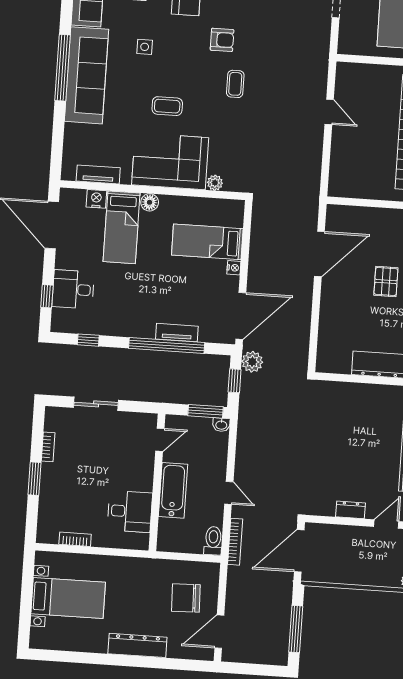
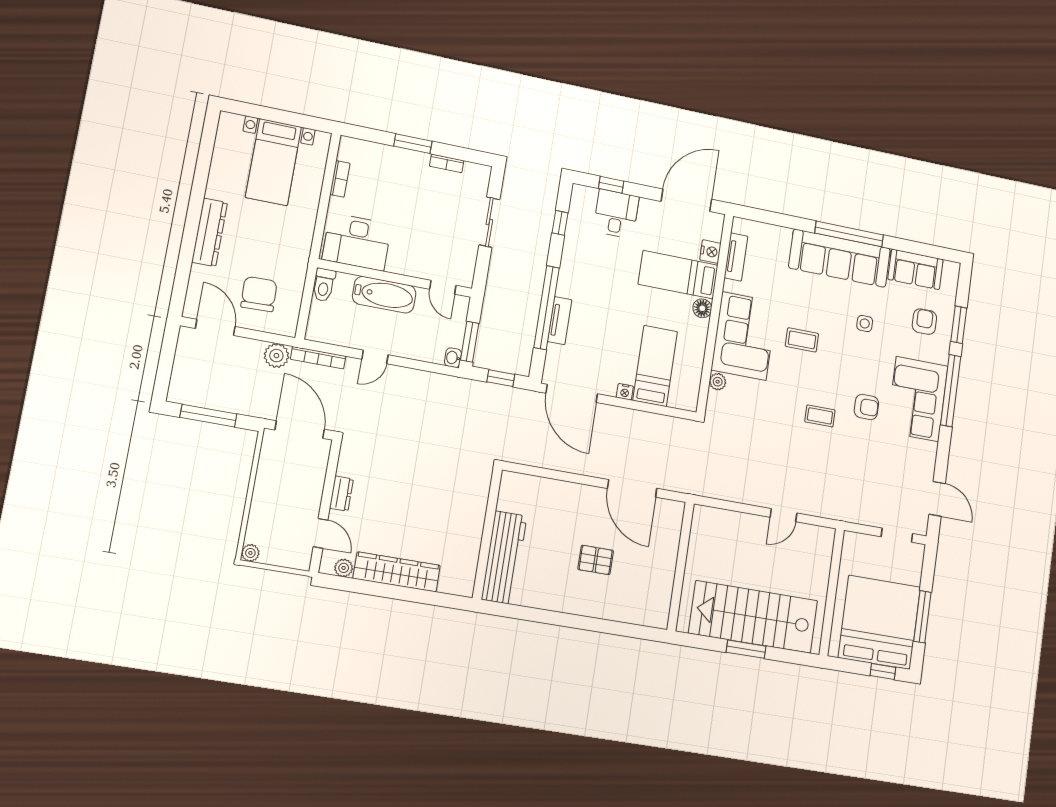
armchair: (222, 40) -> (866, 407), turned -90
coffee table: (167, 106) -> (802, 340), turned 90
plant: (252, 362) -> (276, 356), moved
desk: (130, 511) -> (357, 242), width x1.37
toilet: (213, 541) -> (324, 285), moved, turned 90

